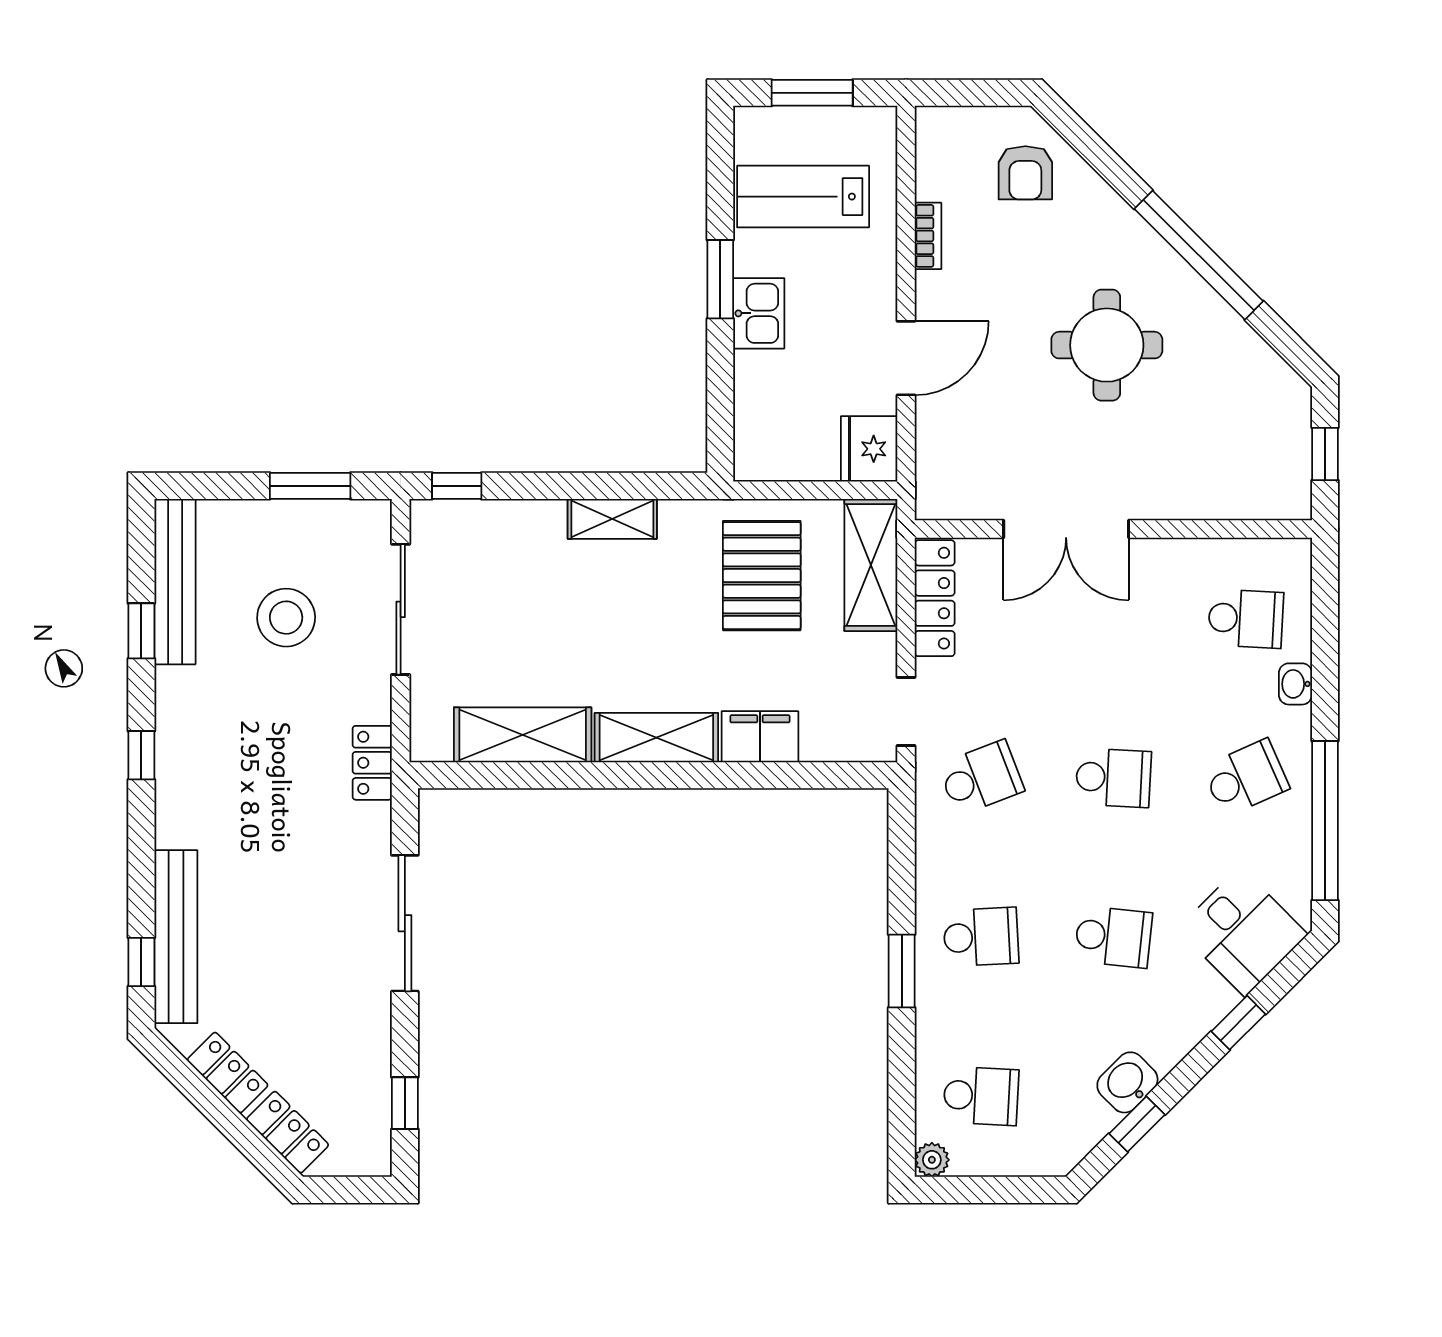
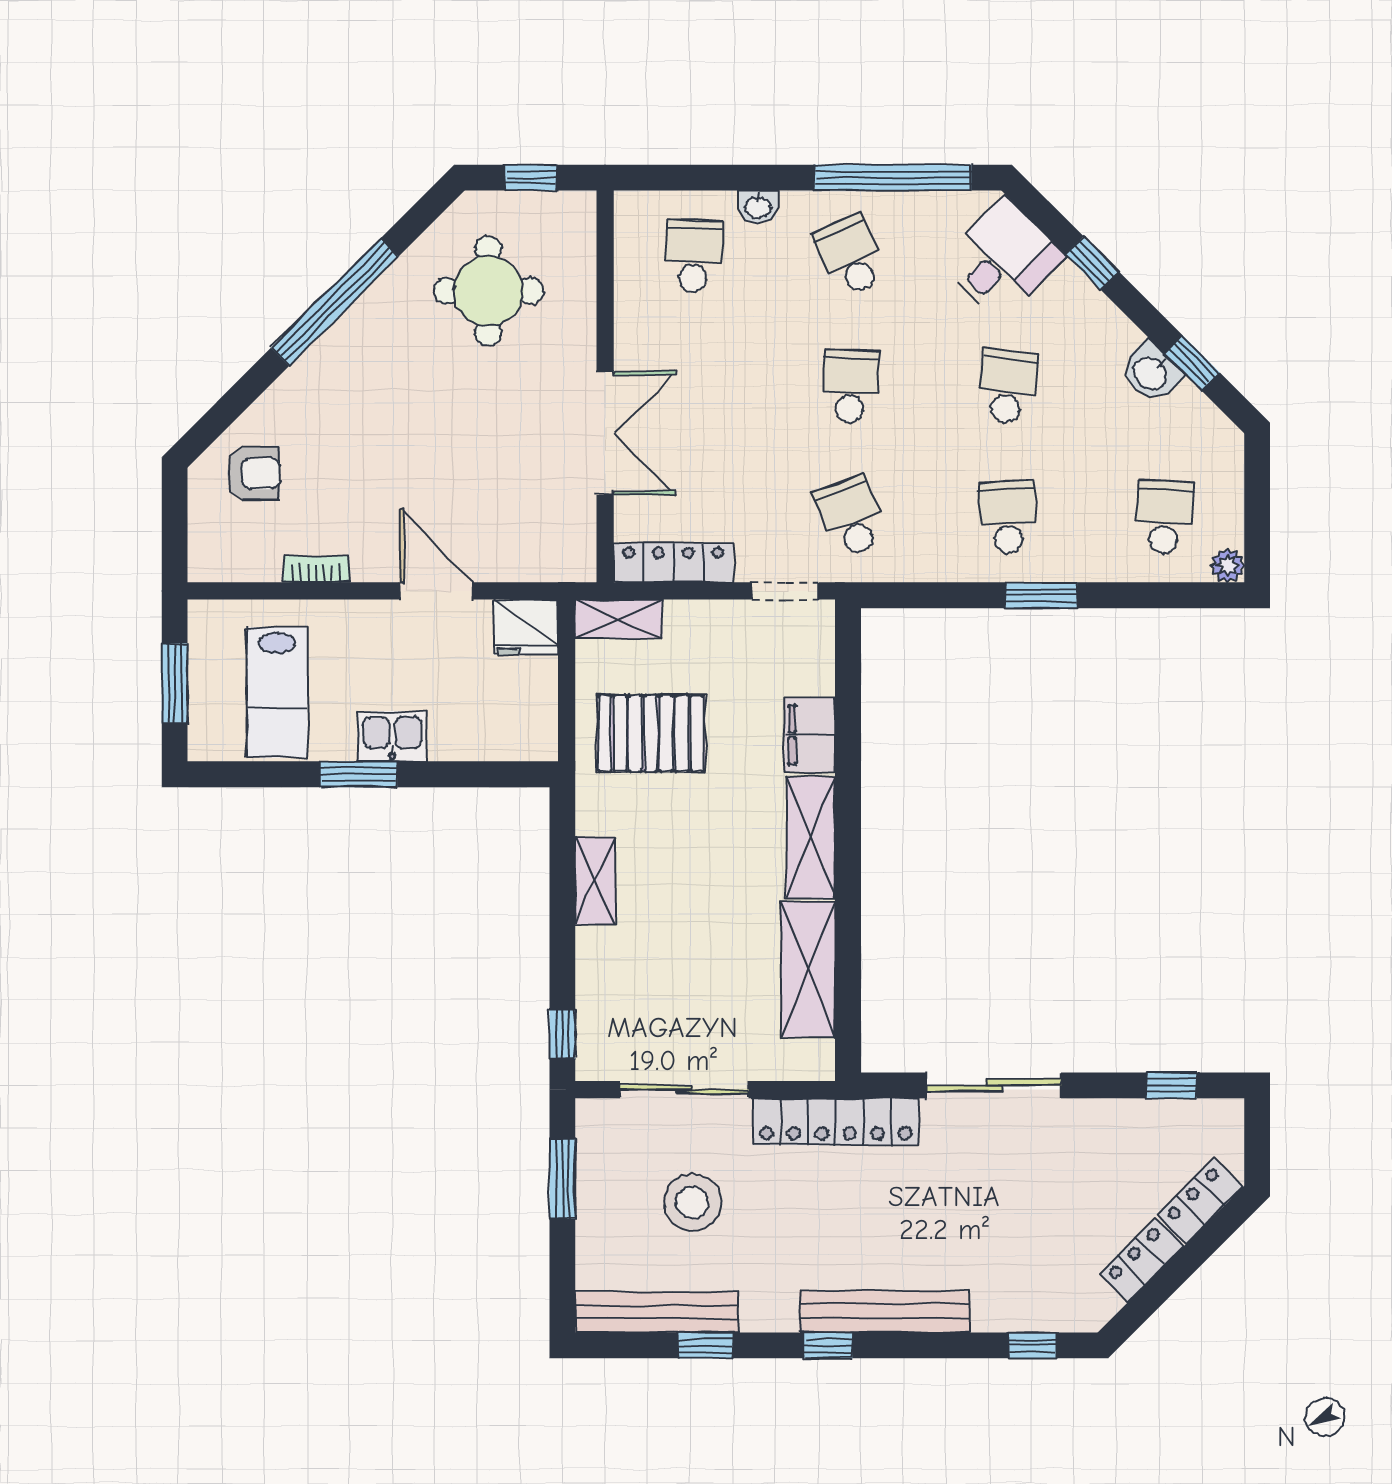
round table: (1107, 345) -> (488, 291), moved
shelving: (871, 565) -> (619, 619), width x0.67, depth x0.75
locker: (372, 763) -> (836, 1122), width x2.16, depth x1.21
bench: (176, 937) -> (885, 1311), moved

